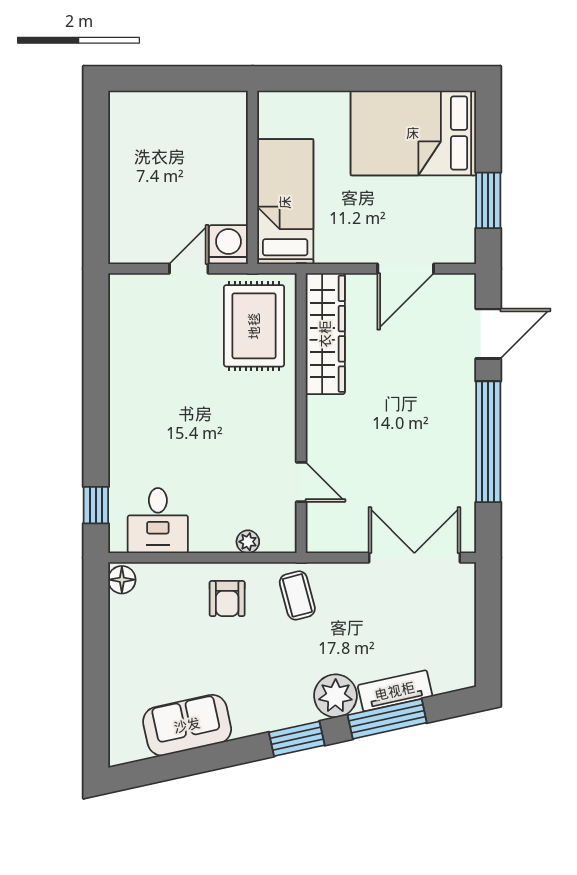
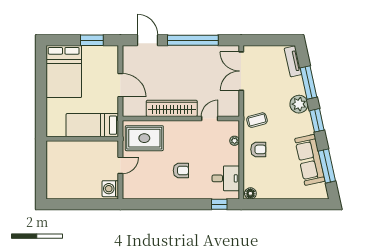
washing machine: (228, 245) -> (110, 189), moved
door: (189, 269) -> (120, 165), swing flipped
door: (406, 269) -> (120, 85), moved
wardrobe: (325, 334) -> (172, 108), moved
armchair: (177, 413) -> (181, 170), added
tv unit: (395, 691) -> (293, 61), moved
sofa: (187, 725) -> (310, 160), width x1.36
window: (187, 763) -> (327, 166), added

